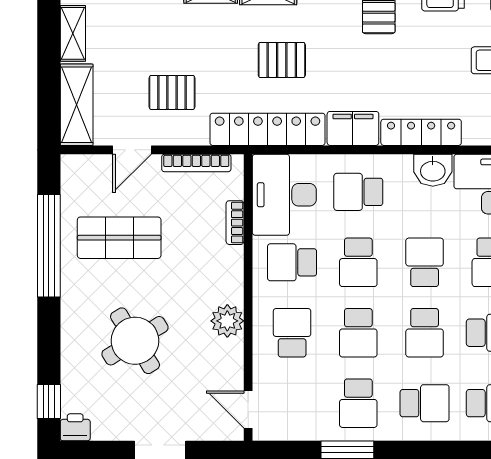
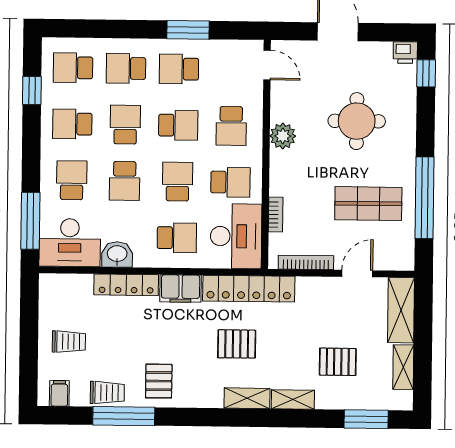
pallet: (172, 92) -> (338, 362), moved
school desk: (358, 333) -> (178, 125), turned 90
round table: (135, 341) -> (357, 121), turned 32
school desk: (358, 403) -> (179, 69), turned -90

